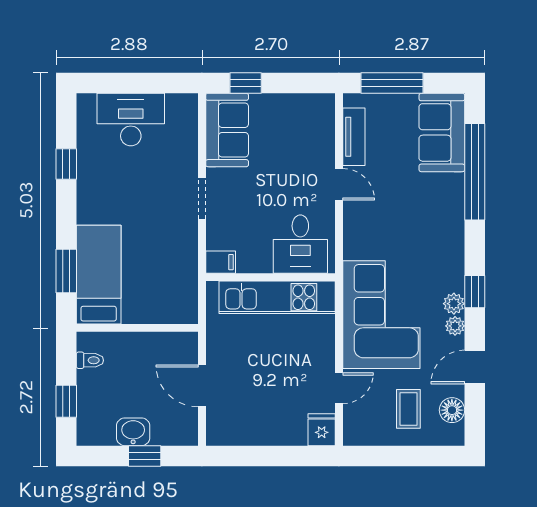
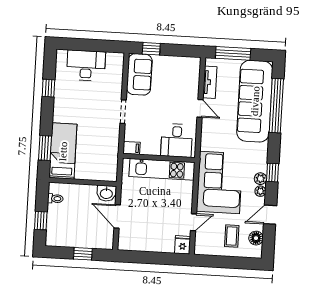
sofa: (442, 132) -> (255, 101), width x1.85, depth x1.27
washbasin: (133, 432) -> (106, 193), moved, turned 180

